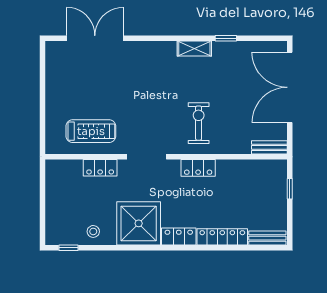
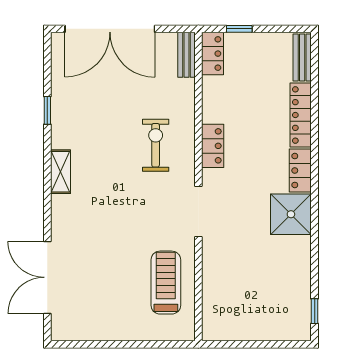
shelving: (194, 48) -> (60, 172), moved
exercise bike: (199, 123) -> (156, 145), turned 90
locker: (100, 168) -> (213, 54), moved
shower: (139, 223) -> (291, 214), width x0.73, depth x0.73
stool: (93, 231) -> (294, 280), removed

